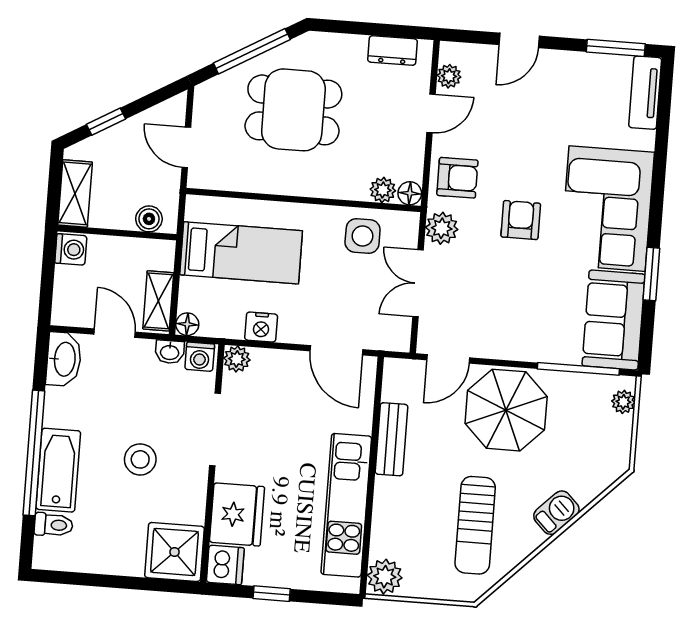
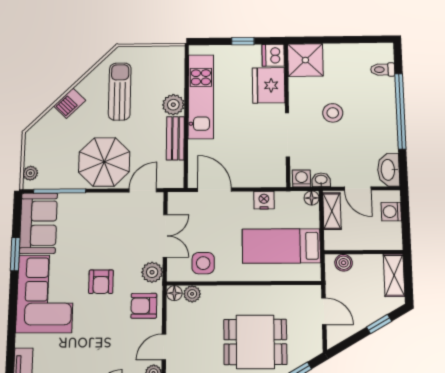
washing machine: (71, 249) -> (391, 212), moved
plant: (237, 359) -> (278, 179), removed
bathtub: (58, 470) -> (384, 102), removed
plant: (385, 577) -> (173, 105), moved

